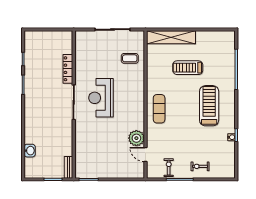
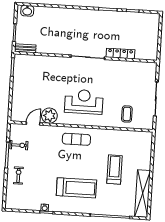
shelving: (171, 37) -> (143, 194), moved
reception desk: (101, 98) -> (84, 102), moved
washbasin: (30, 151) -> (27, 11), moved

